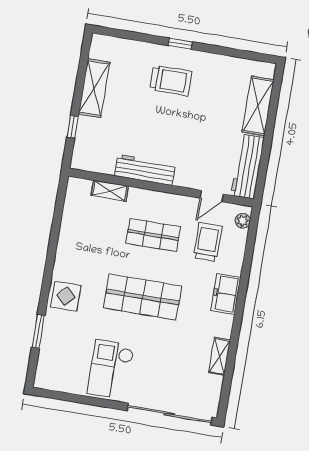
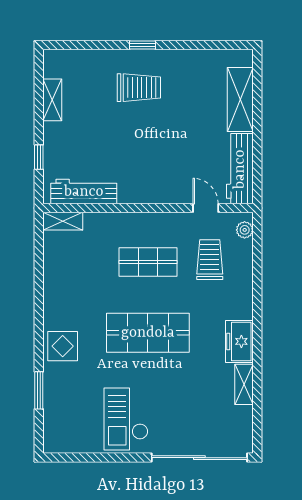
shelving: (94, 88) -> (52, 100), width x0.67, depth x0.75
workbench: (145, 170) -> (84, 192), moved
shelving: (110, 191) -> (63, 221), moved
door: (212, 196) -> (206, 208), swing flipped
freezer: (226, 294) -> (239, 341), moved

